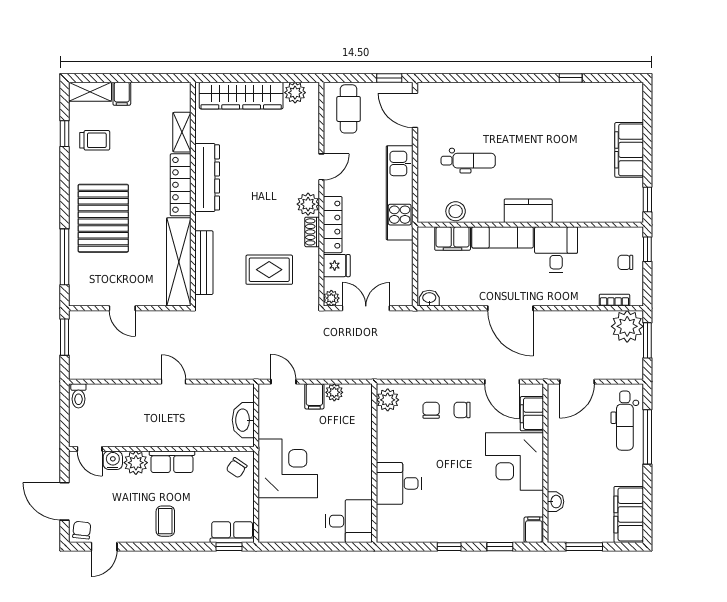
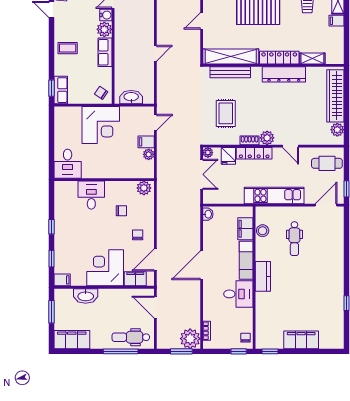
chair: (625, 262) -> (245, 338), moved
chair: (431, 410) -> (121, 211), moved
washbasin: (556, 502) -> (86, 296), width x1.91, depth x1.45

